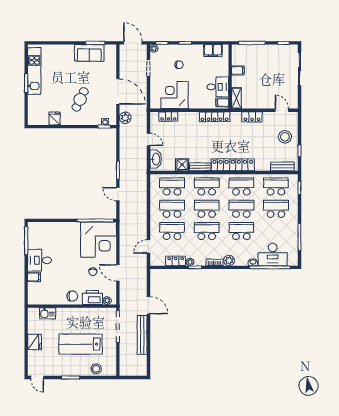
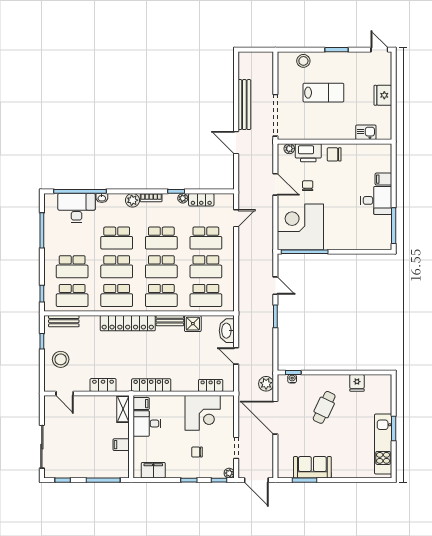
lab bench: (81, 344) -> (323, 93), width x0.73, depth x0.72

